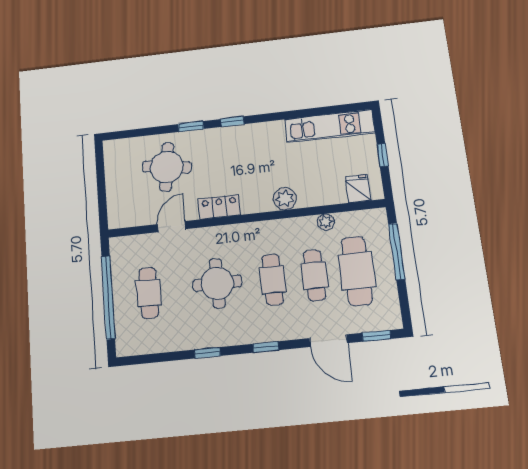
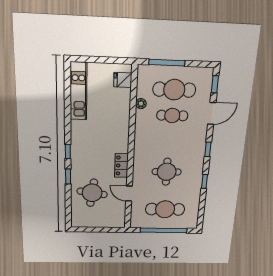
window: (383, 155) -> (103, 60), removed
plant: (285, 199) -> (122, 126), removed
cafe table: (273, 280) -> (170, 140), removed
cafe table: (149, 293) -> (165, 209), width x1.37, depth x1.35

